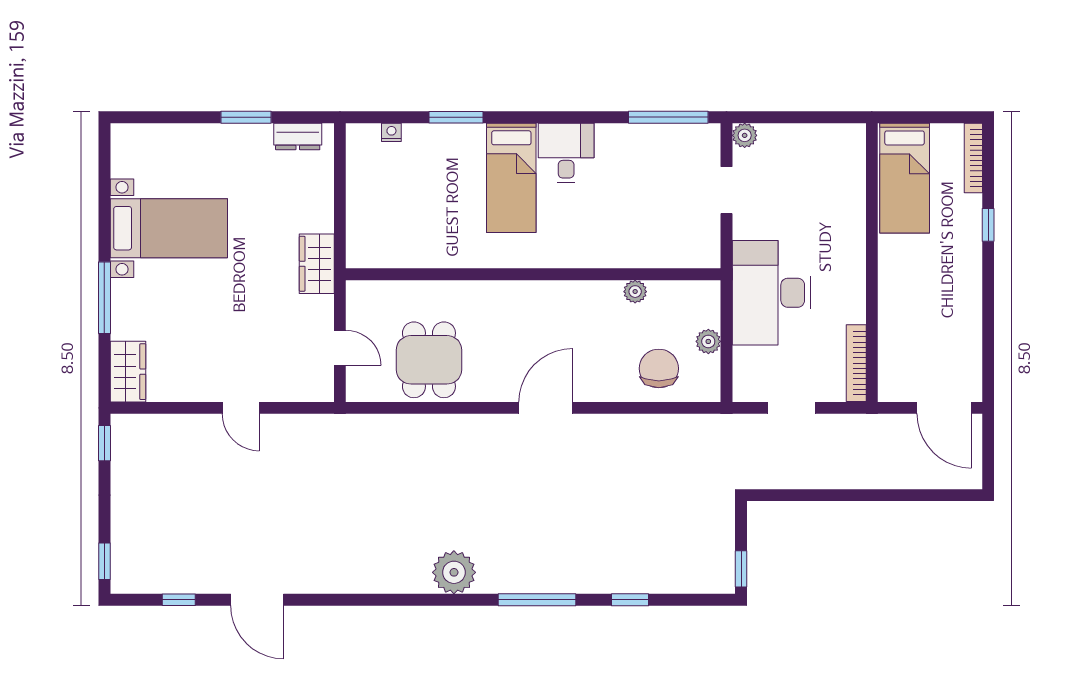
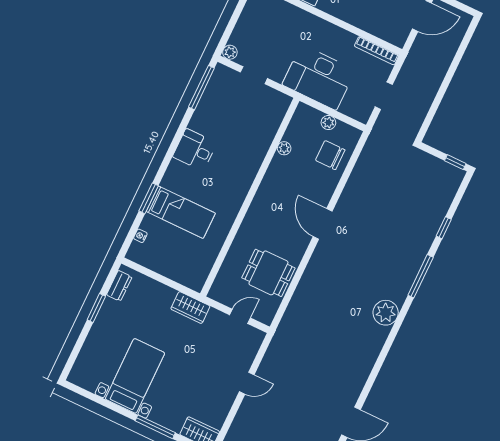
bed: (511, 178) -> (181, 212), moved

